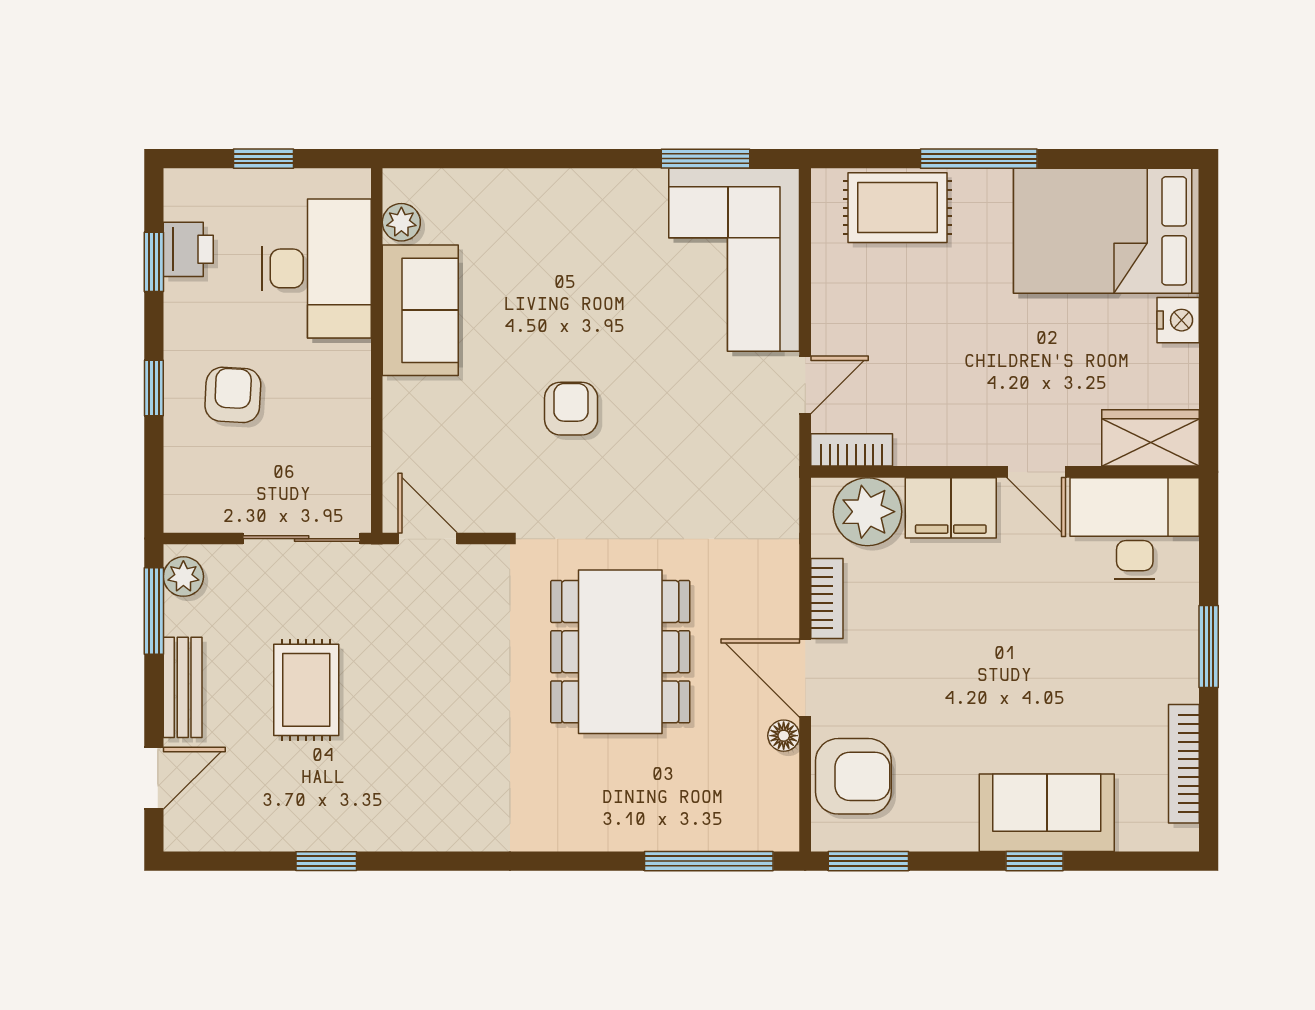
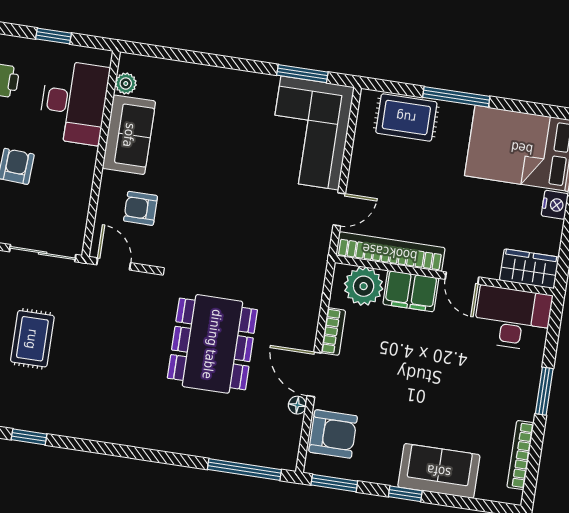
armchair: (571, 409) -> (141, 208), moved, turned -90
bookcase: (852, 450) -> (390, 252), width x2.31, depth x1.31
window: (1035, 861) -> (405, 494), moved

